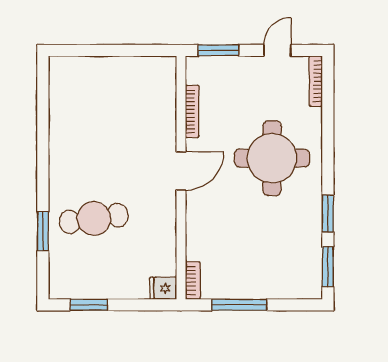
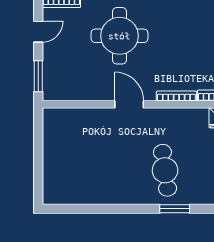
door: (278, 50) -> (38, 32), swing flipped
bookcase: (192, 111) -> (176, 96), moved

